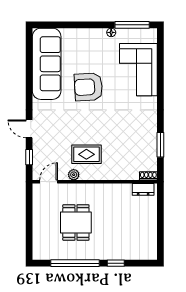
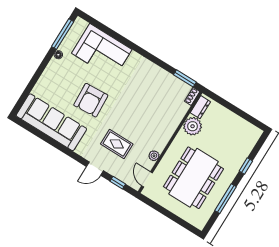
window: (160, 145) -> (185, 78), moved
rug: (86, 154) -> (117, 144), moved, turned 90
plant: (122, 193) -> (193, 126), added
dining table: (76, 222) -> (193, 178), width x1.88, depth x1.24
window: (75, 263) -> (226, 199), width x0.68

